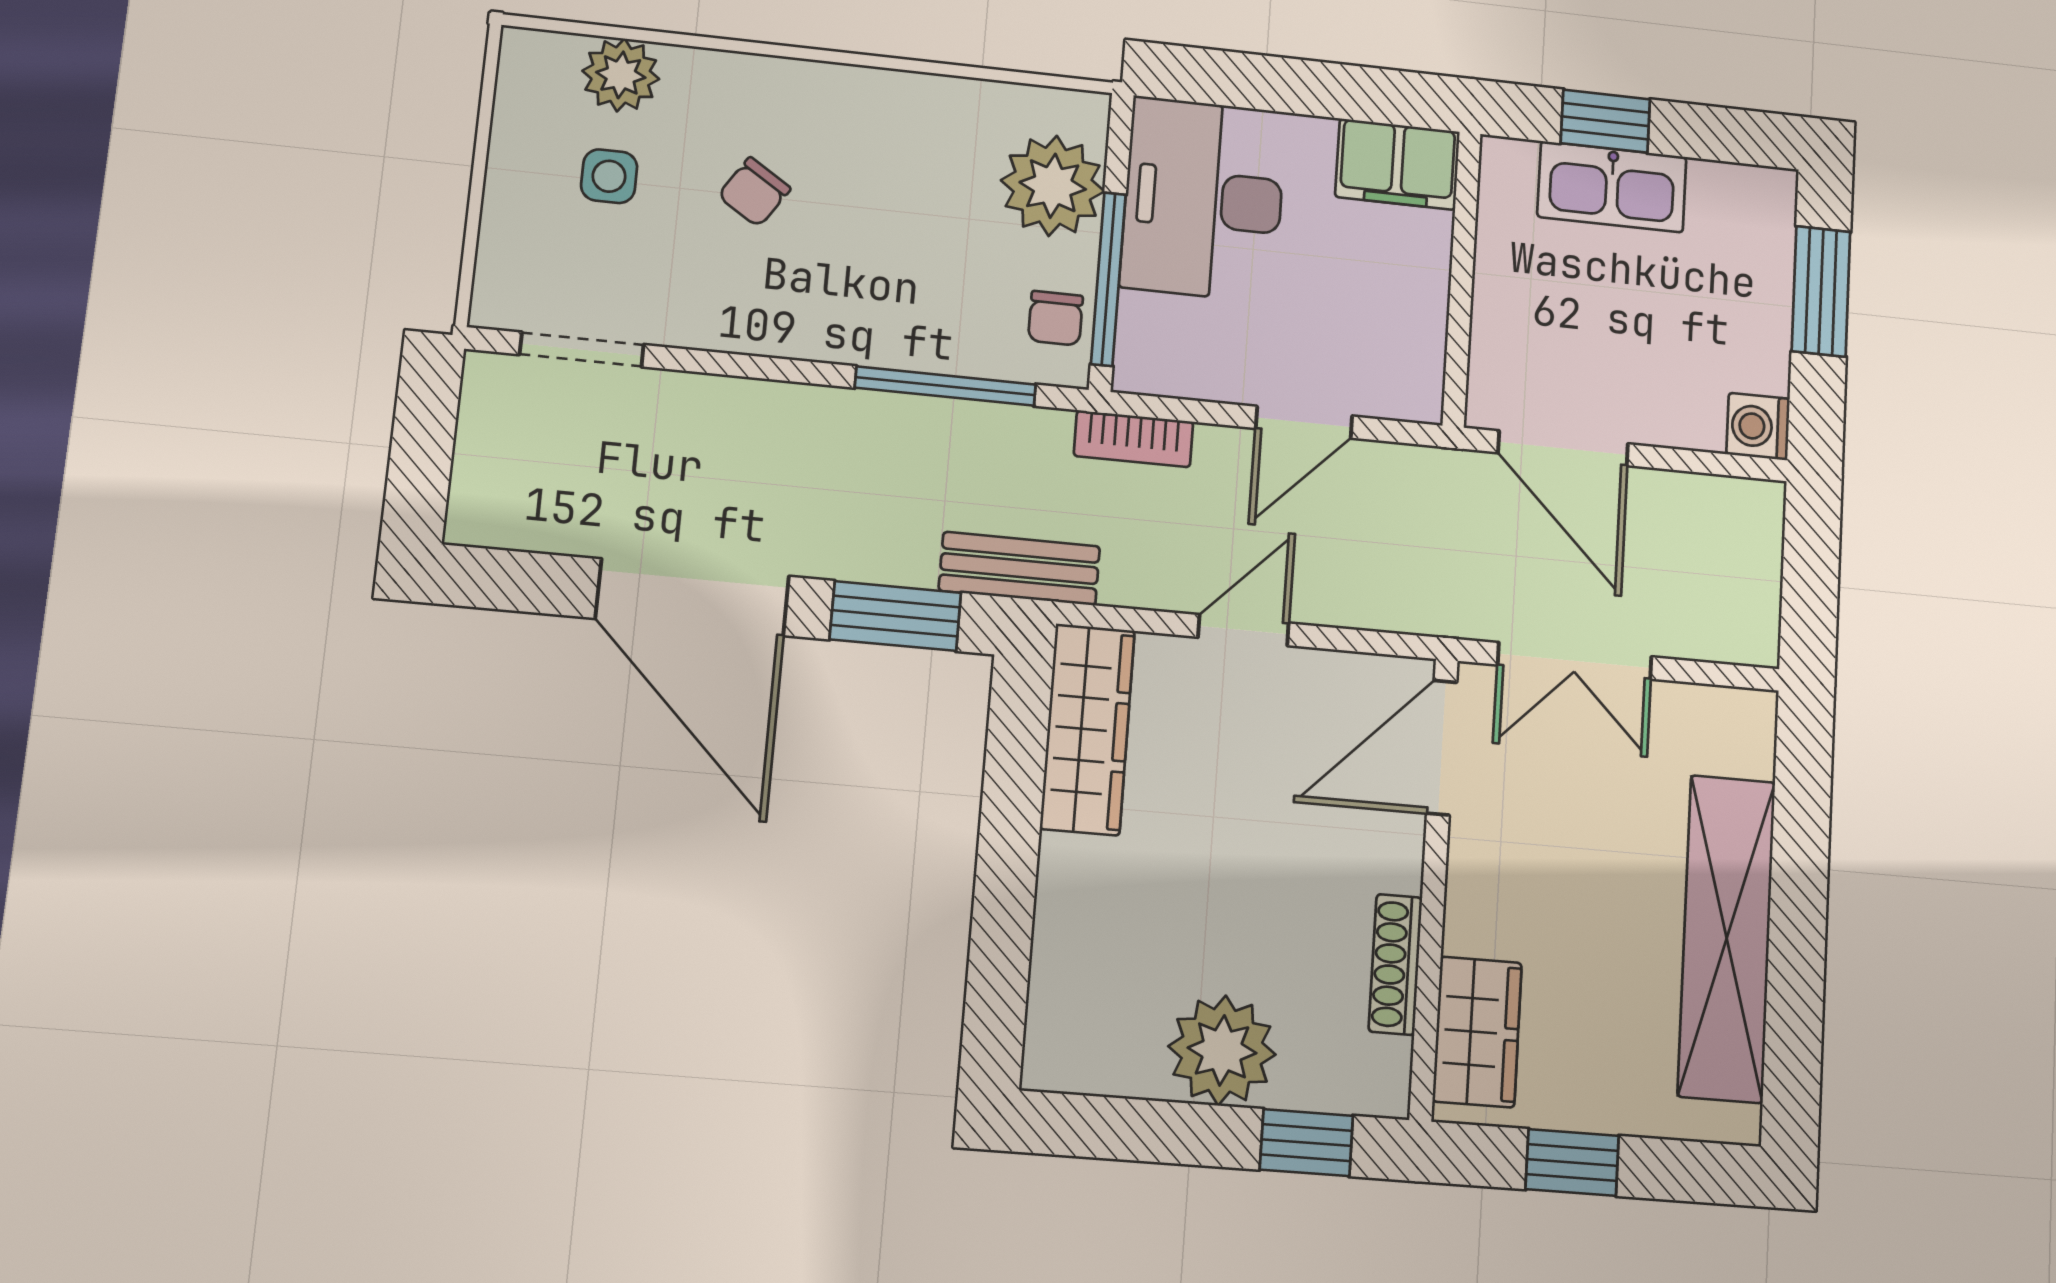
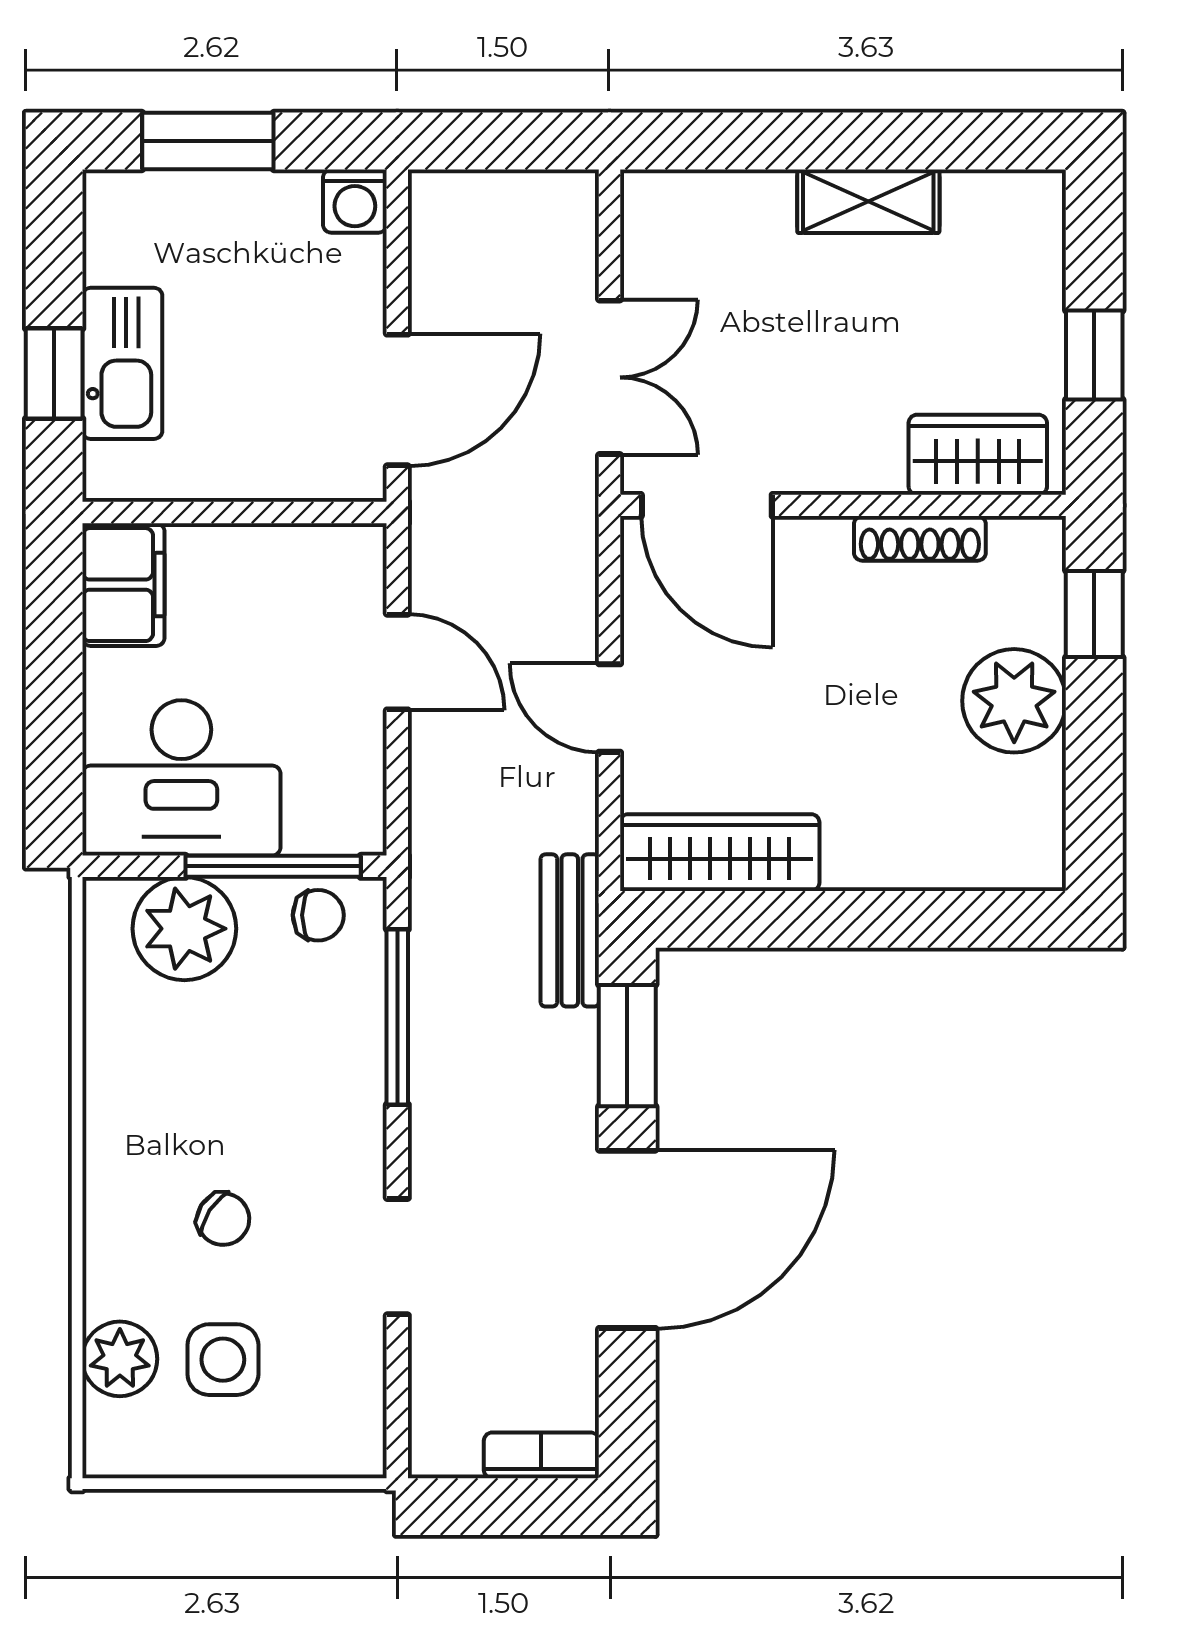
side table: (609, 176) -> (223, 1360), width x1.37, depth x1.37
doorway: (582, 350) -> (397, 1257), moved
bookcase: (1134, 439) -> (541, 1455), moved, turned -90
shelving: (1727, 938) -> (868, 201), width x0.45, depth x0.75

